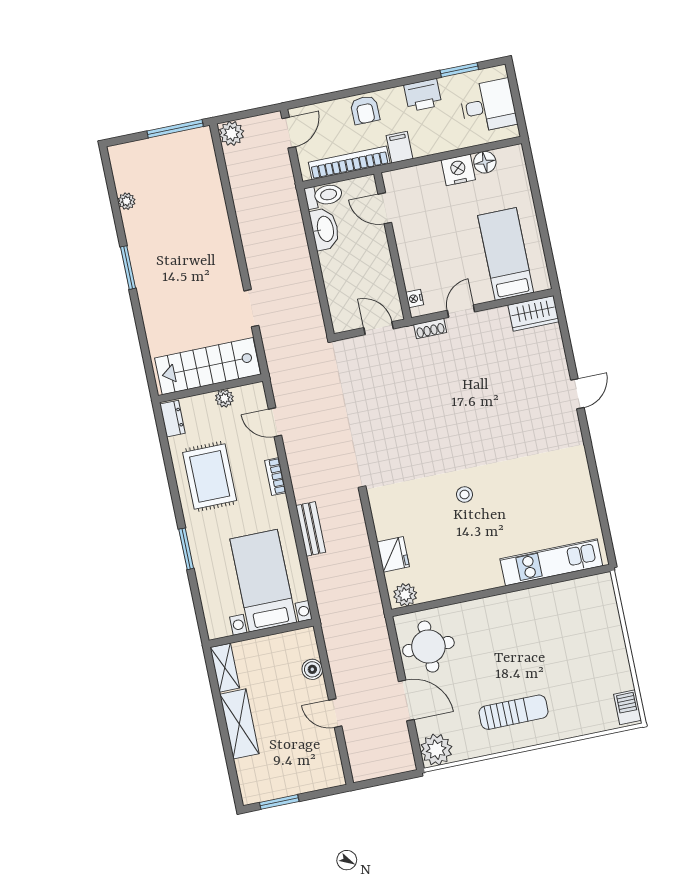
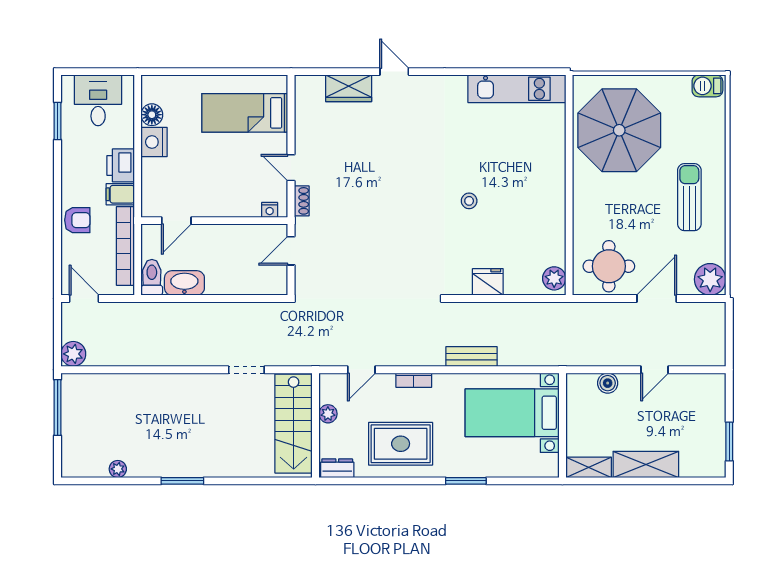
printer: (423, 95) -> (121, 165), moved, turned 180
wardrobe: (533, 313) -> (349, 88), moved, turned 90
fridge: (393, 554) -> (488, 282), moved
kitchen unit: (551, 562) -> (517, 89), moved, turned -90
parasol: (565, 629) -> (619, 130), added

